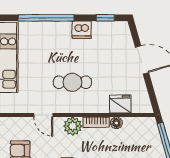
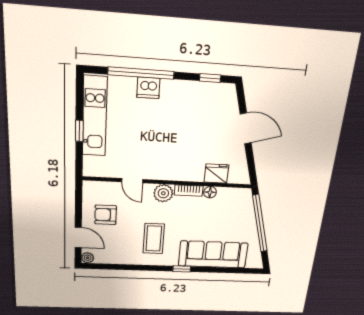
dishwasher: (82, 30) -> (148, 88), moved
cafe table: (72, 82) -> (166, 148), removed

